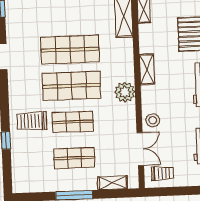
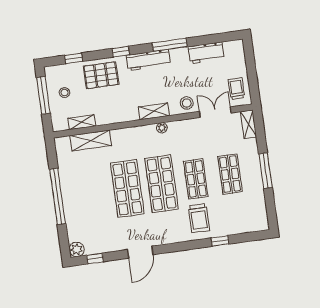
shelving: (147, 69) -> (154, 111), moved
plant: (125, 92) -> (162, 128), width x0.53, depth x0.53
shelving: (113, 183) -> (248, 124), moved

